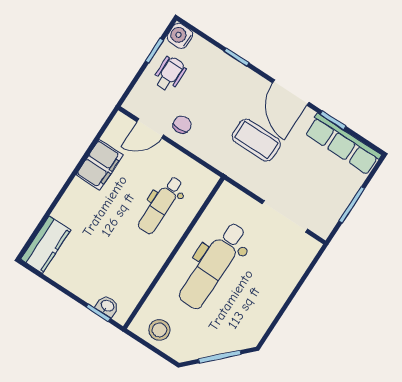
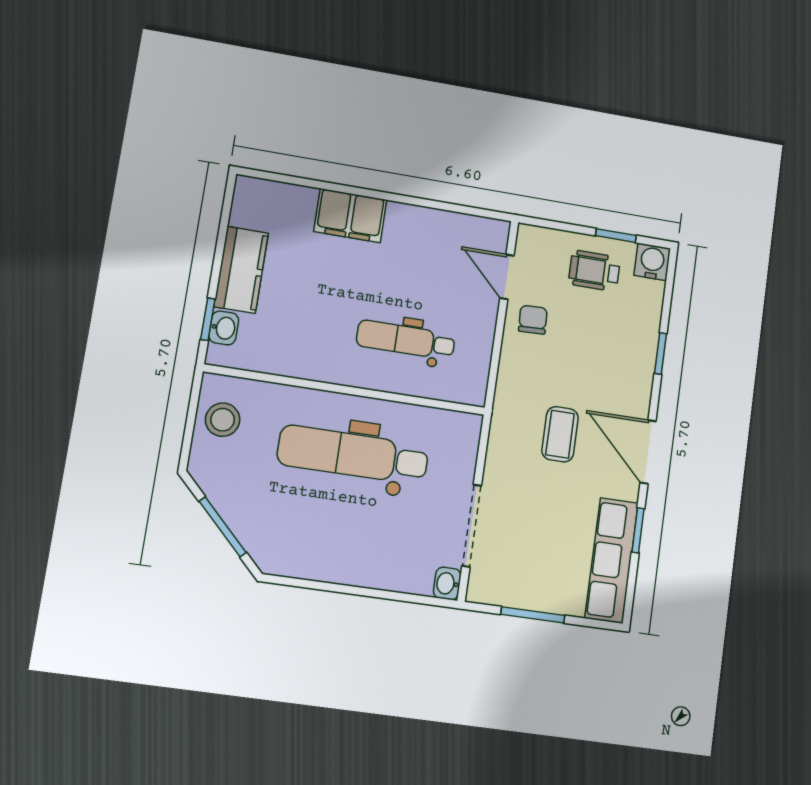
wheelchair: (170, 74) -> (594, 271), turned 180
door: (291, 92) -> (648, 452), hinge flipped
chair: (182, 125) -> (533, 320), turned -92
coffee table: (256, 140) -> (560, 434), width x0.73, depth x0.77
filing cabinet: (99, 165) -> (350, 216), moved
kitchen counter: (46, 245) -> (241, 270), moved, turned -90
washbasin: (311, 246) -> (447, 584), added

